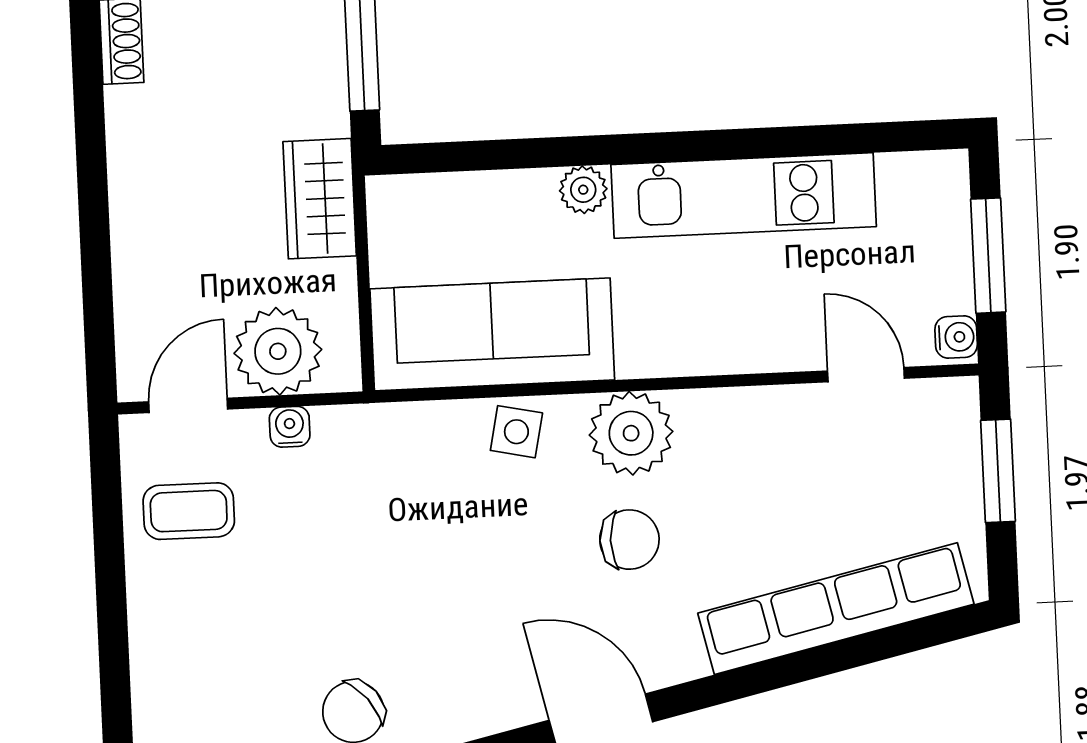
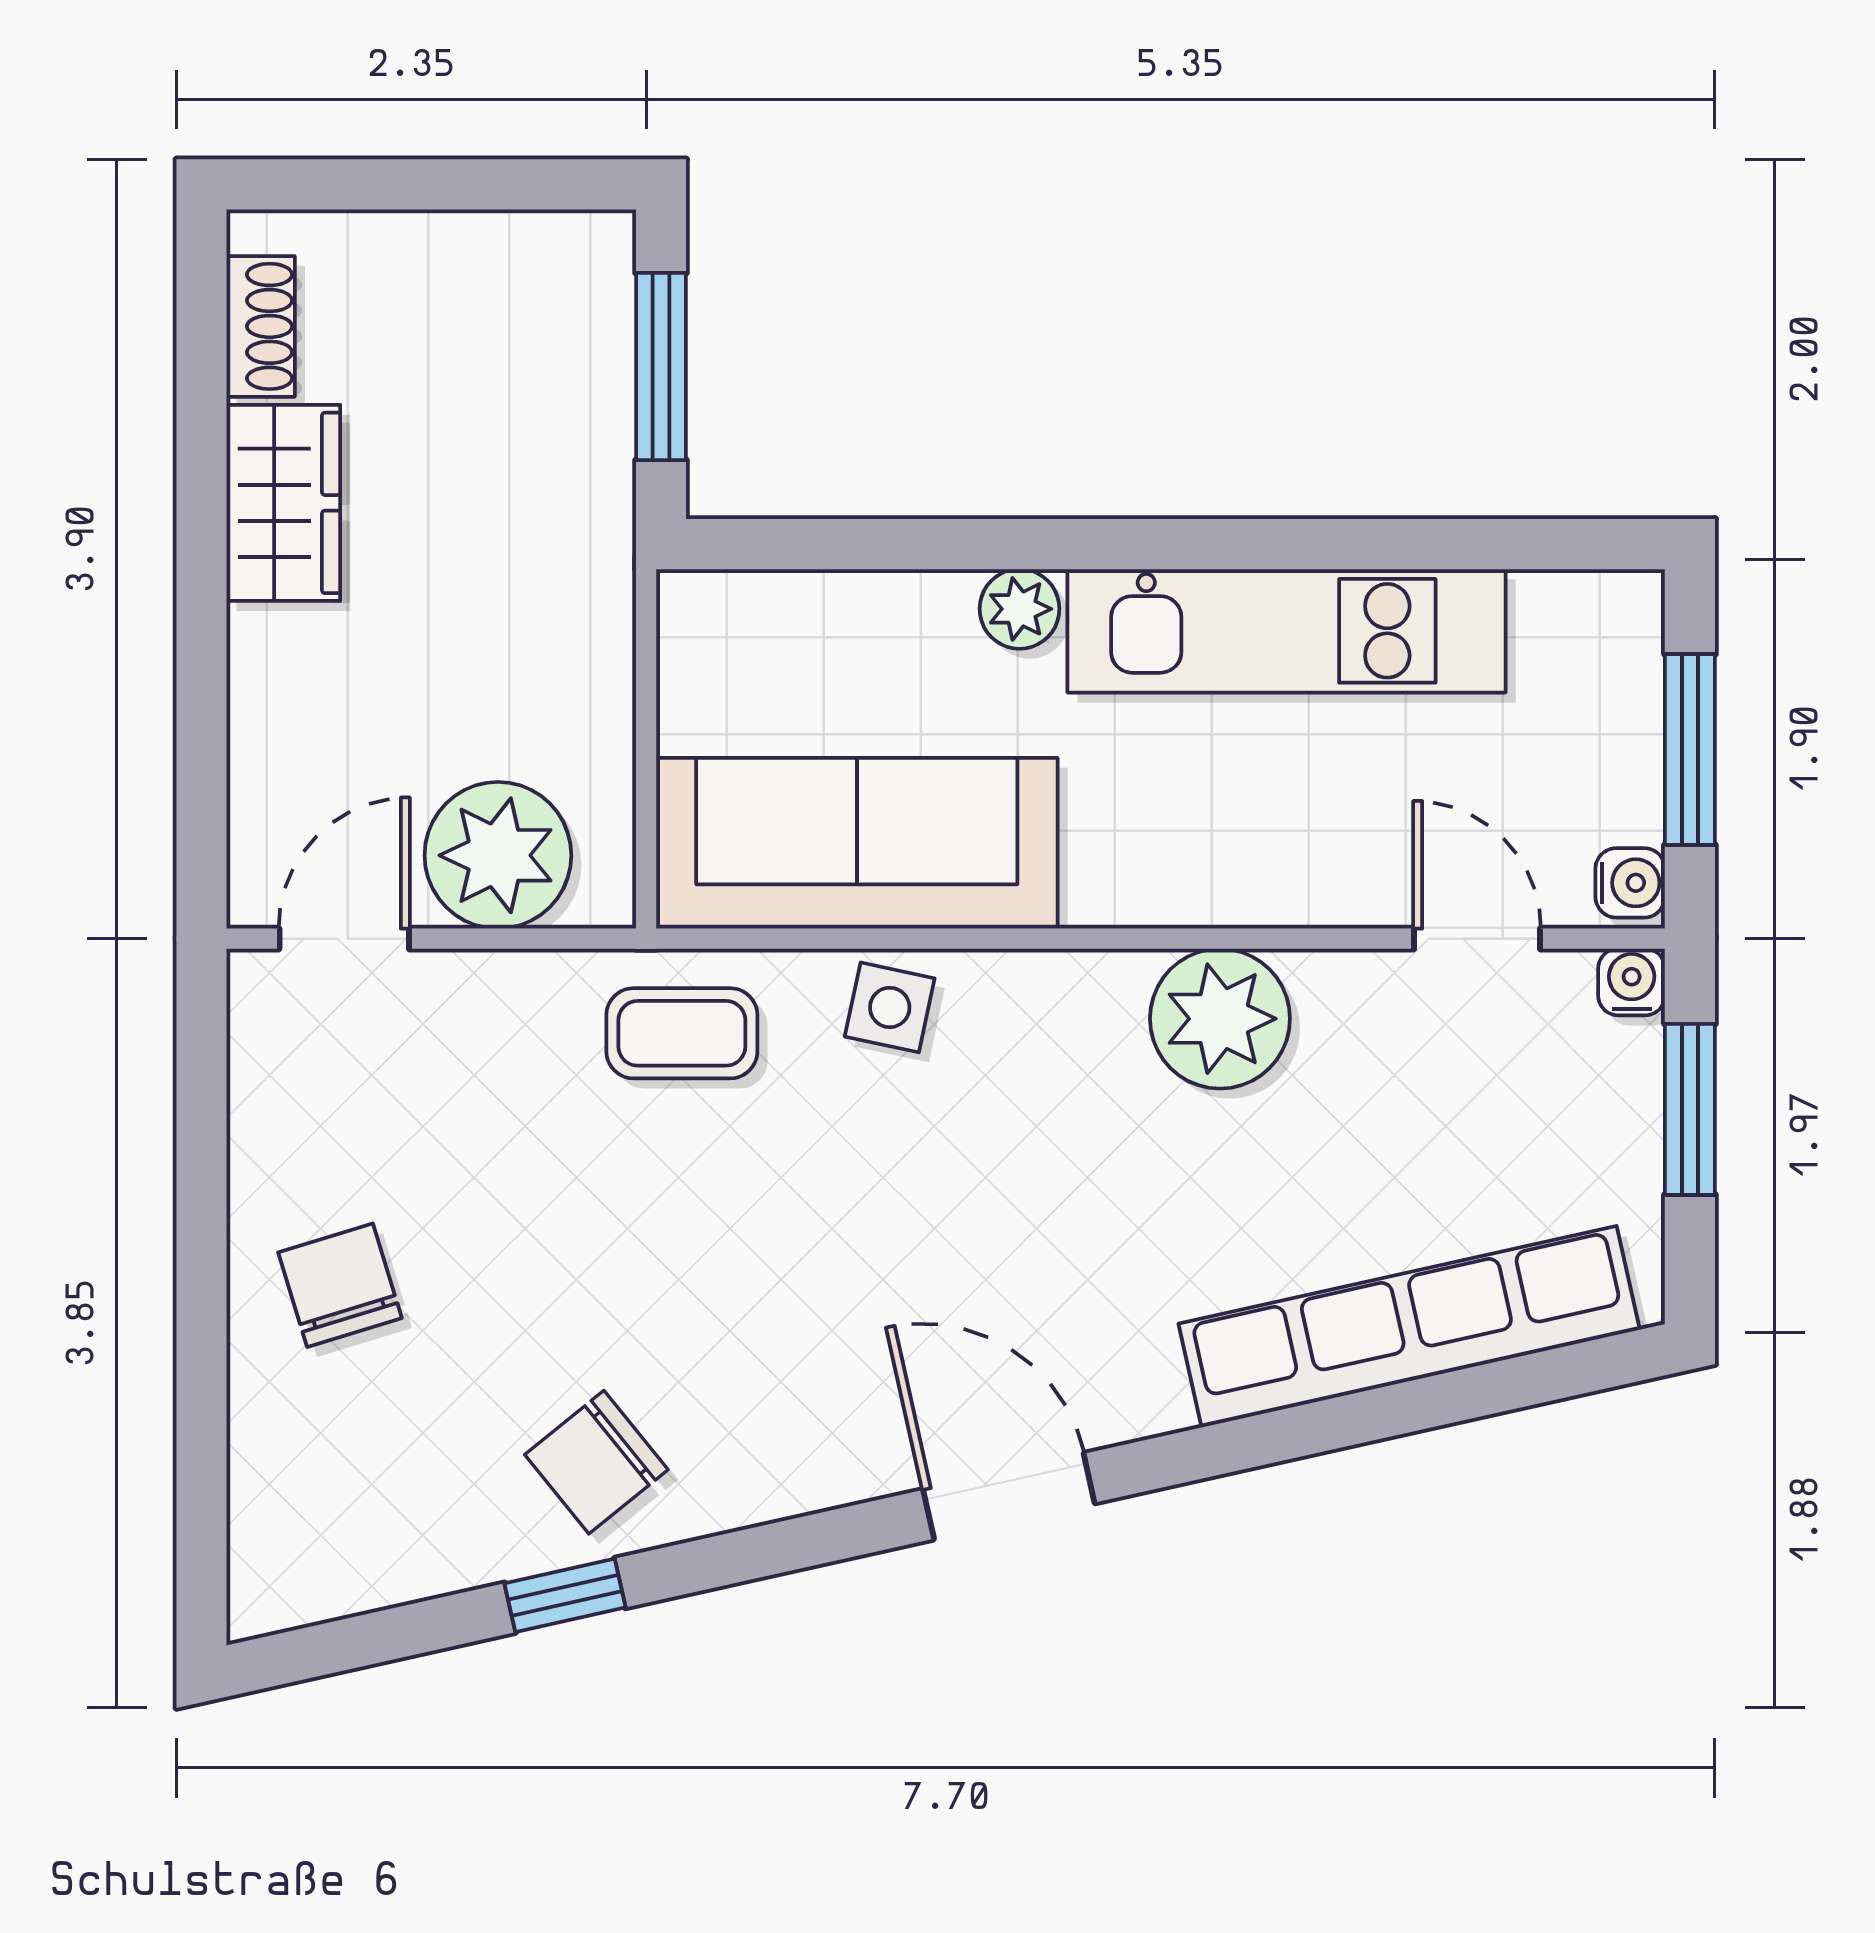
wardrobe: (320, 199) -> (283, 503), moved, turned 180
water cooler: (290, 427) -> (1632, 982), moved
plant: (631, 433) -> (1220, 1019), moved
coffee table: (189, 511) -> (682, 1033), moved
chair: (629, 540) -> (340, 1285), moved, turned -107

